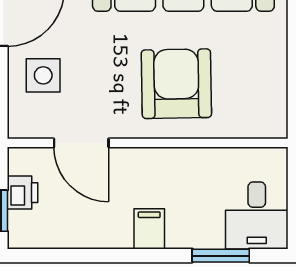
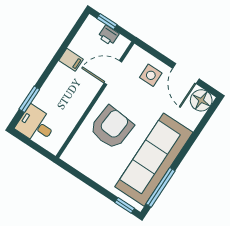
armchair: (176, 84) -> (112, 128), turned -84
filing cabinet: (149, 229) -> (71, 60), moved

